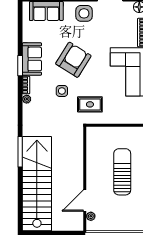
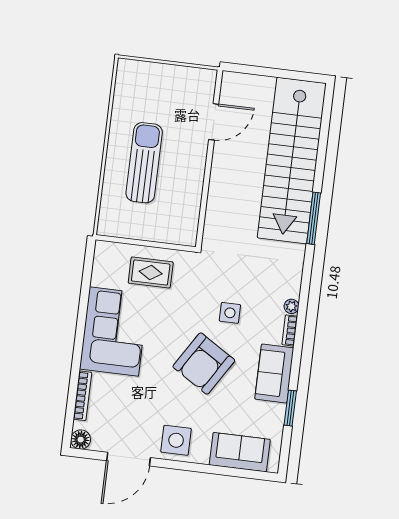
window: (20, 66) -> (290, 408), moved
rug: (90, 104) -> (151, 273), moved
sun lounger: (122, 172) -> (144, 163), turned 180
plant: (91, 216) -> (207, 94), removed

